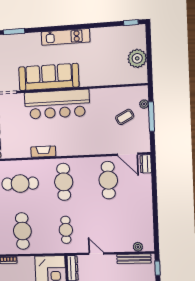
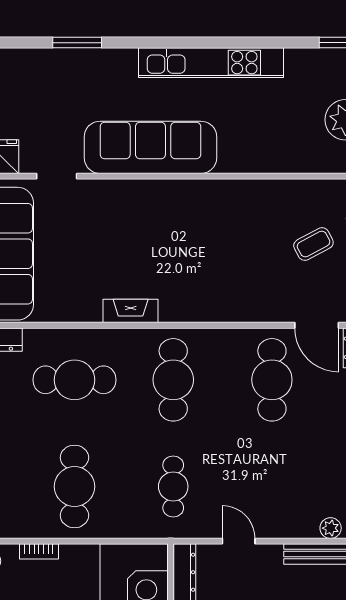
kitchen unit: (66, 37) -> (211, 63), width x1.36
bar counter: (57, 104) -> (166, 208), removed

